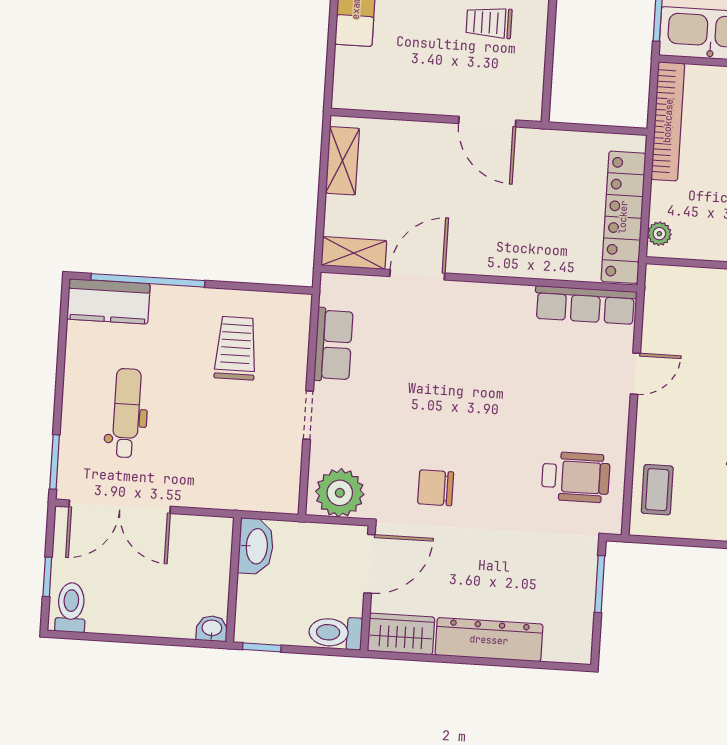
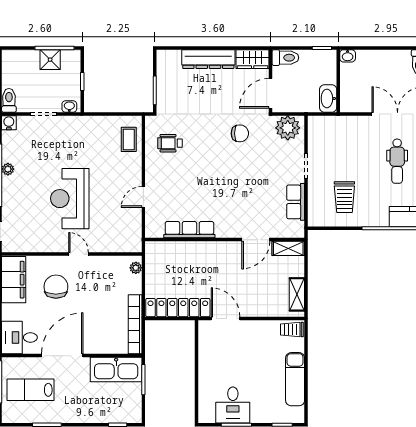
trolley: (489, 23) -> (292, 329), moved, turned 180
locker: (623, 217) -> (178, 308), moved, turned -90
row of seats: (585, 305) -> (189, 230), moved
wheelchair: (576, 477) -> (170, 143), width x0.73, depth x0.73

